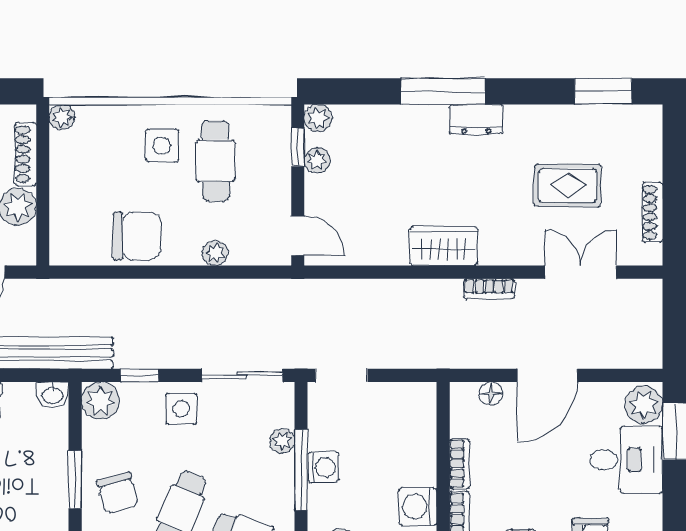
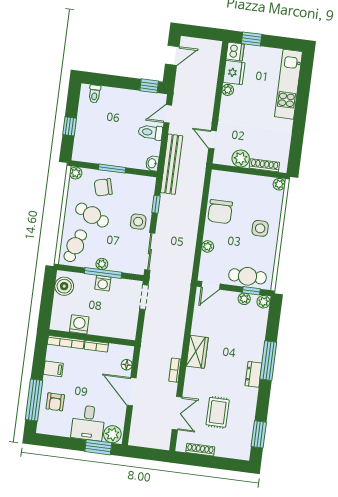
cafe table: (216, 161) -> (248, 276), moved
plant: (100, 401) -> (147, 185), removed
plant: (282, 441) -> (102, 264), moved

